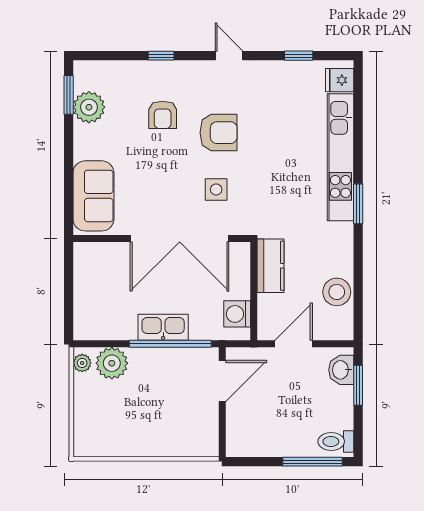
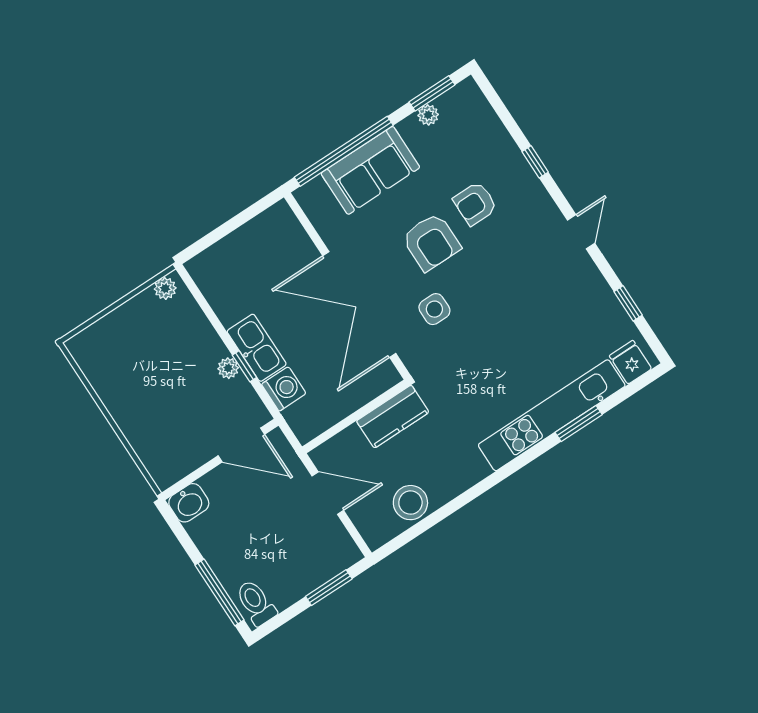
plant: (89, 107) -> (428, 115), width x0.53, depth x0.53
armchair: (219, 133) -> (431, 242), moved
window: (69, 181) -> (344, 151), added
sofa: (93, 196) -> (370, 170), moved
window: (358, 204) -> (579, 424), moved
washing machine: (237, 314) -> (284, 389), moved, turned 90
window: (170, 344) -> (244, 366), width x0.32
plant: (112, 363) -> (228, 368), moved, width x0.53, depth x0.53
washbasin: (341, 370) -> (189, 503), moved, turned 180

